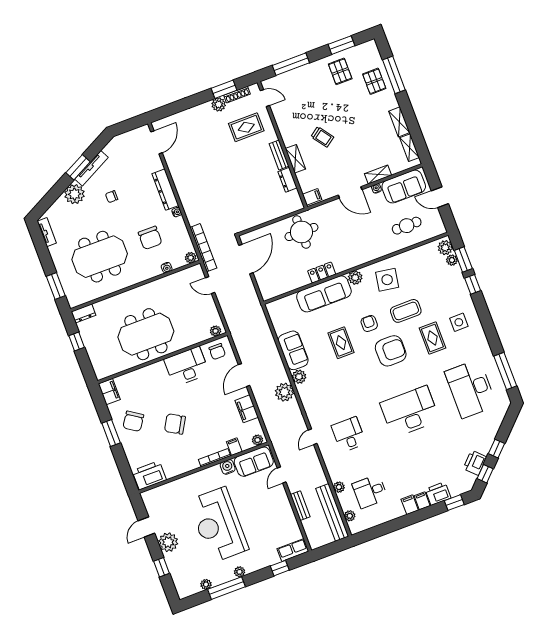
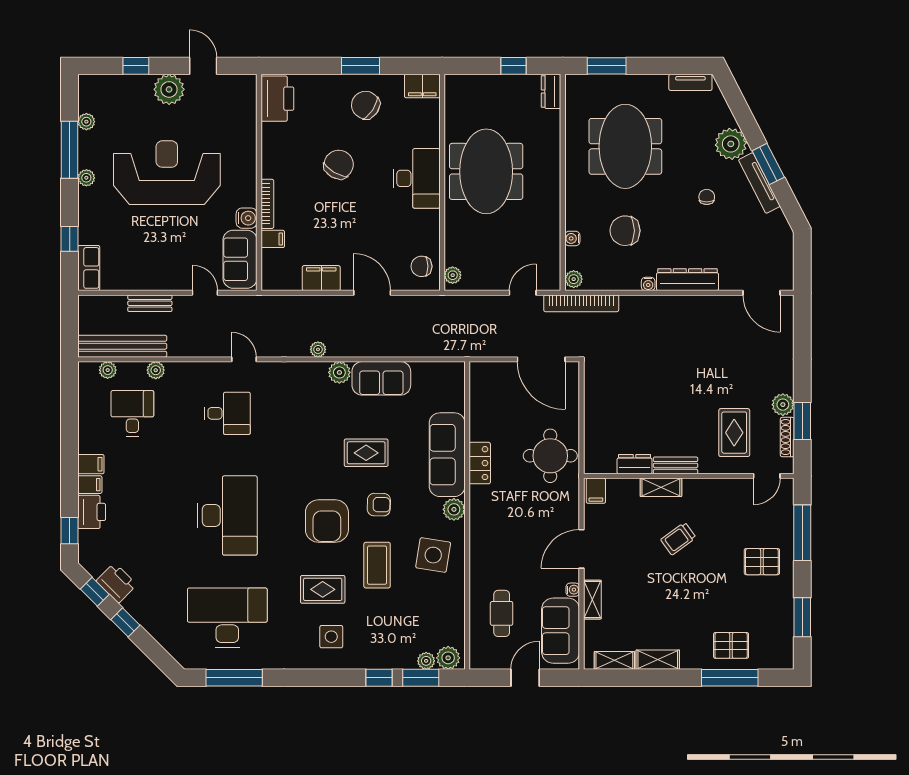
pallet: (340, 71) -> (762, 562), moved
desk: (187, 366) -> (417, 178), moved
plant: (284, 392) -> (318, 349), width x0.53, depth x0.53
plant: (258, 440) -> (270, 277), removed

